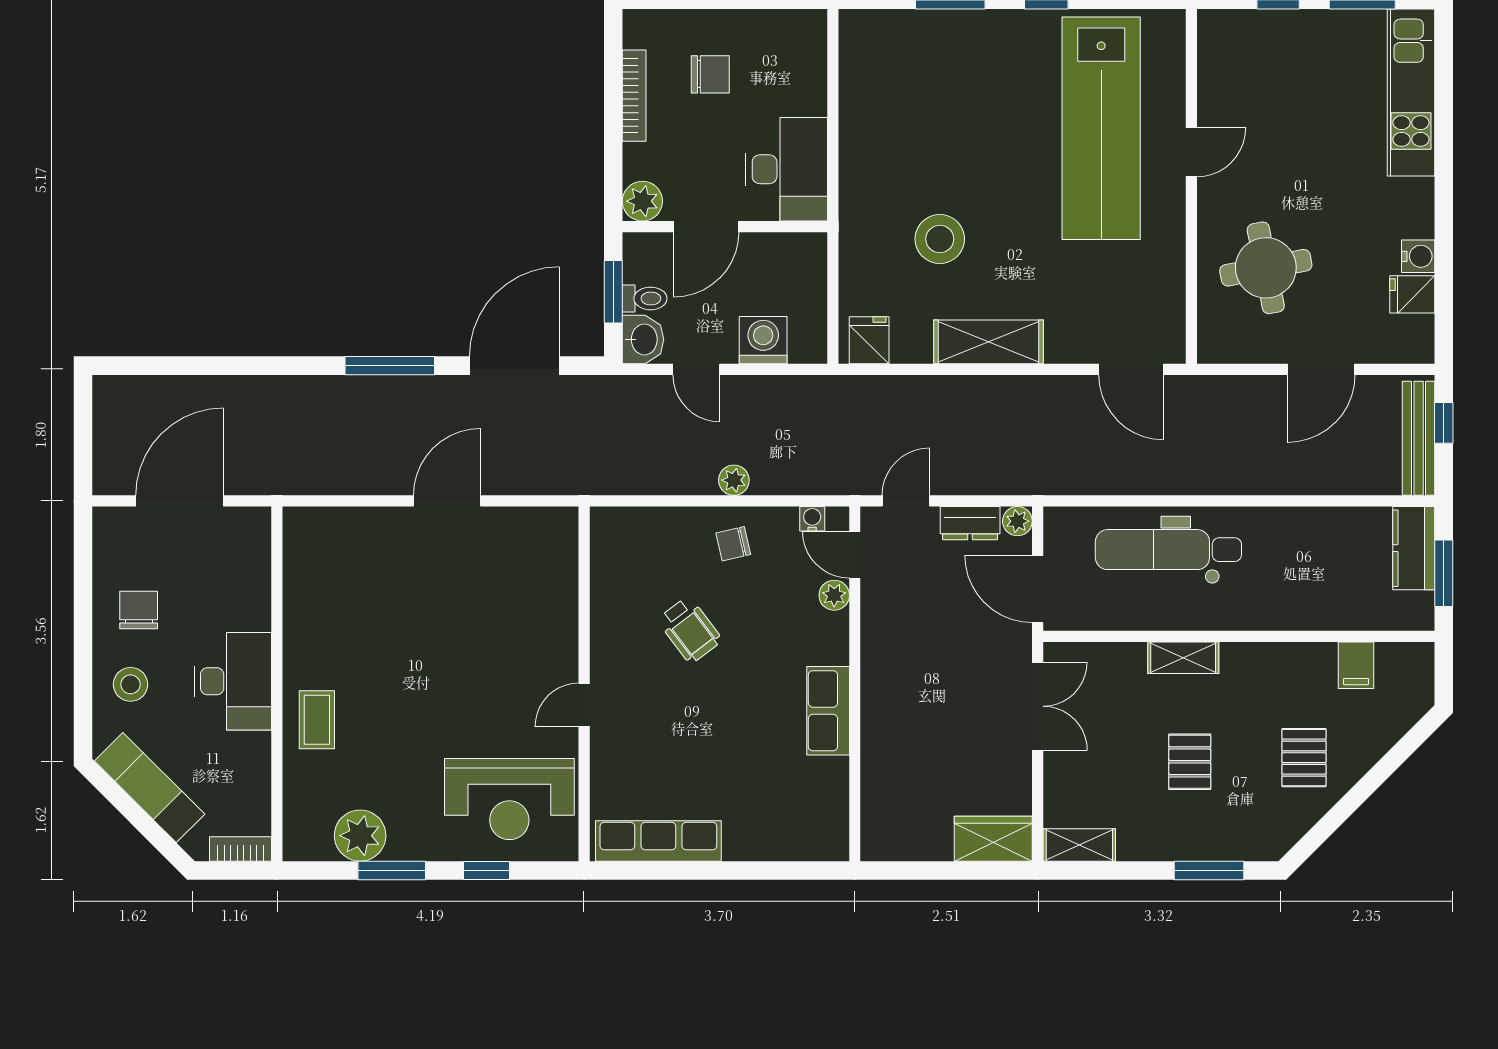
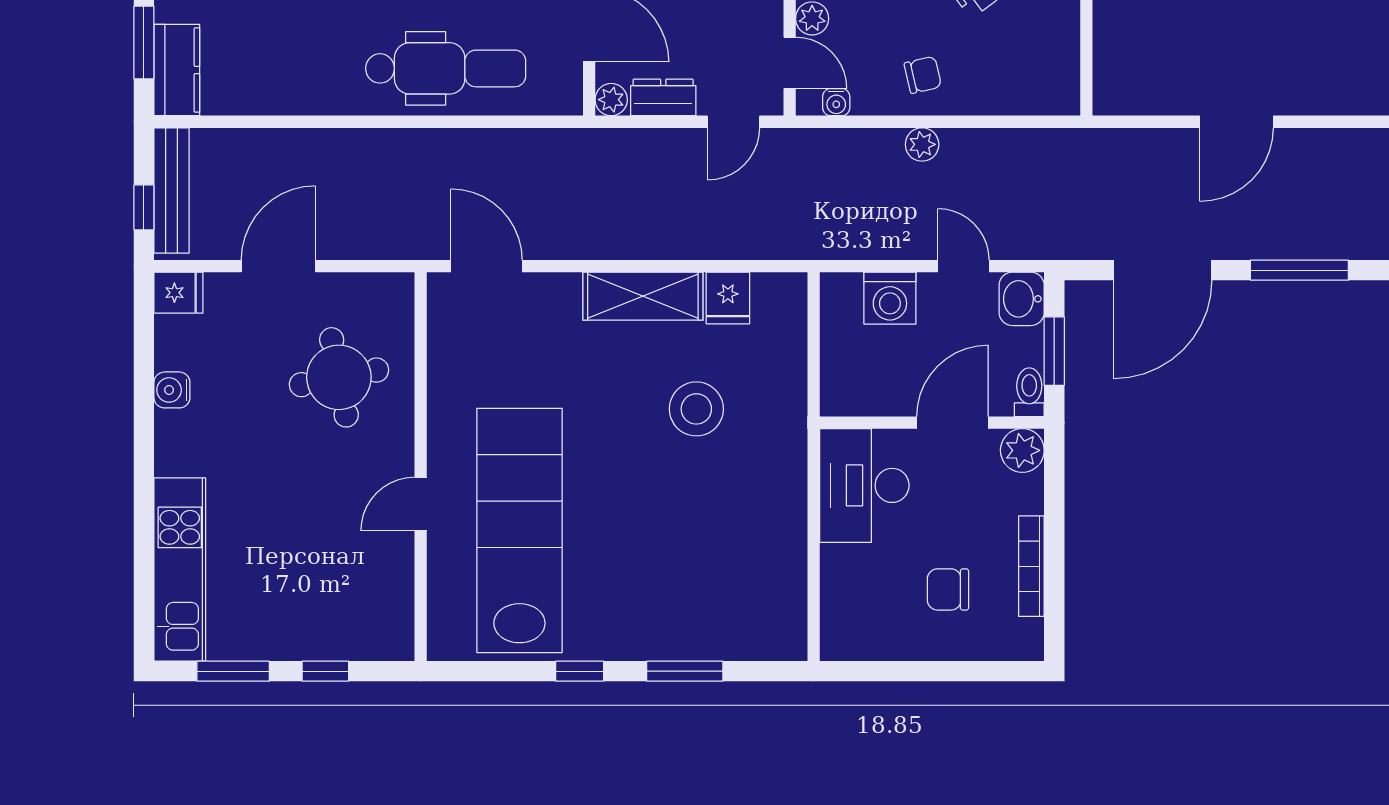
fridge: (1412, 294) -> (178, 293), moved
toilet: (645, 298) -> (1029, 392), moved, turned 90
fridge: (869, 340) -> (728, 298), moved

